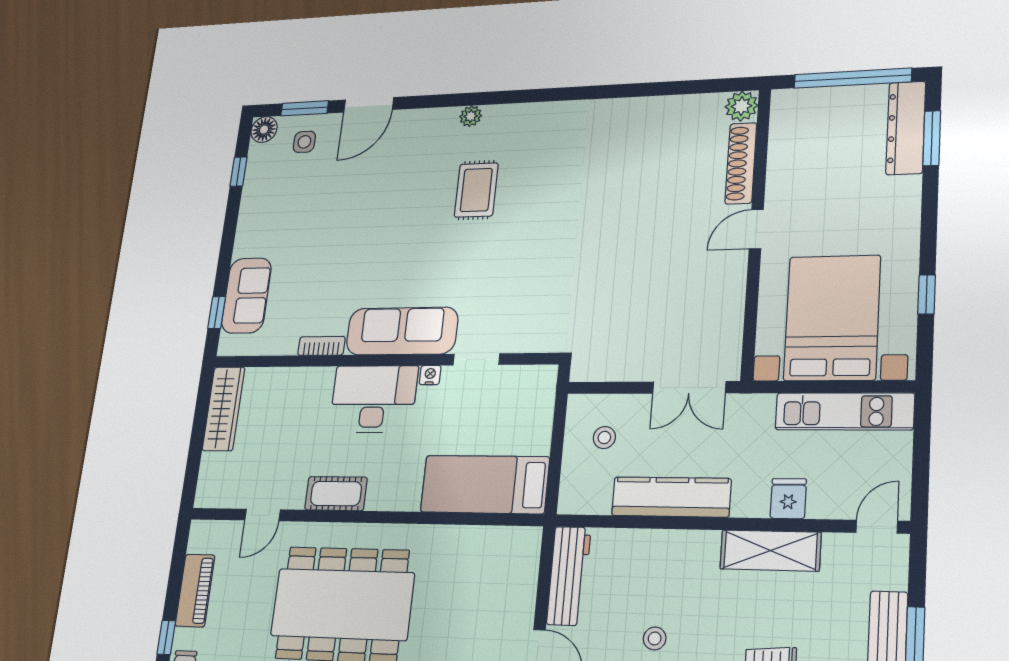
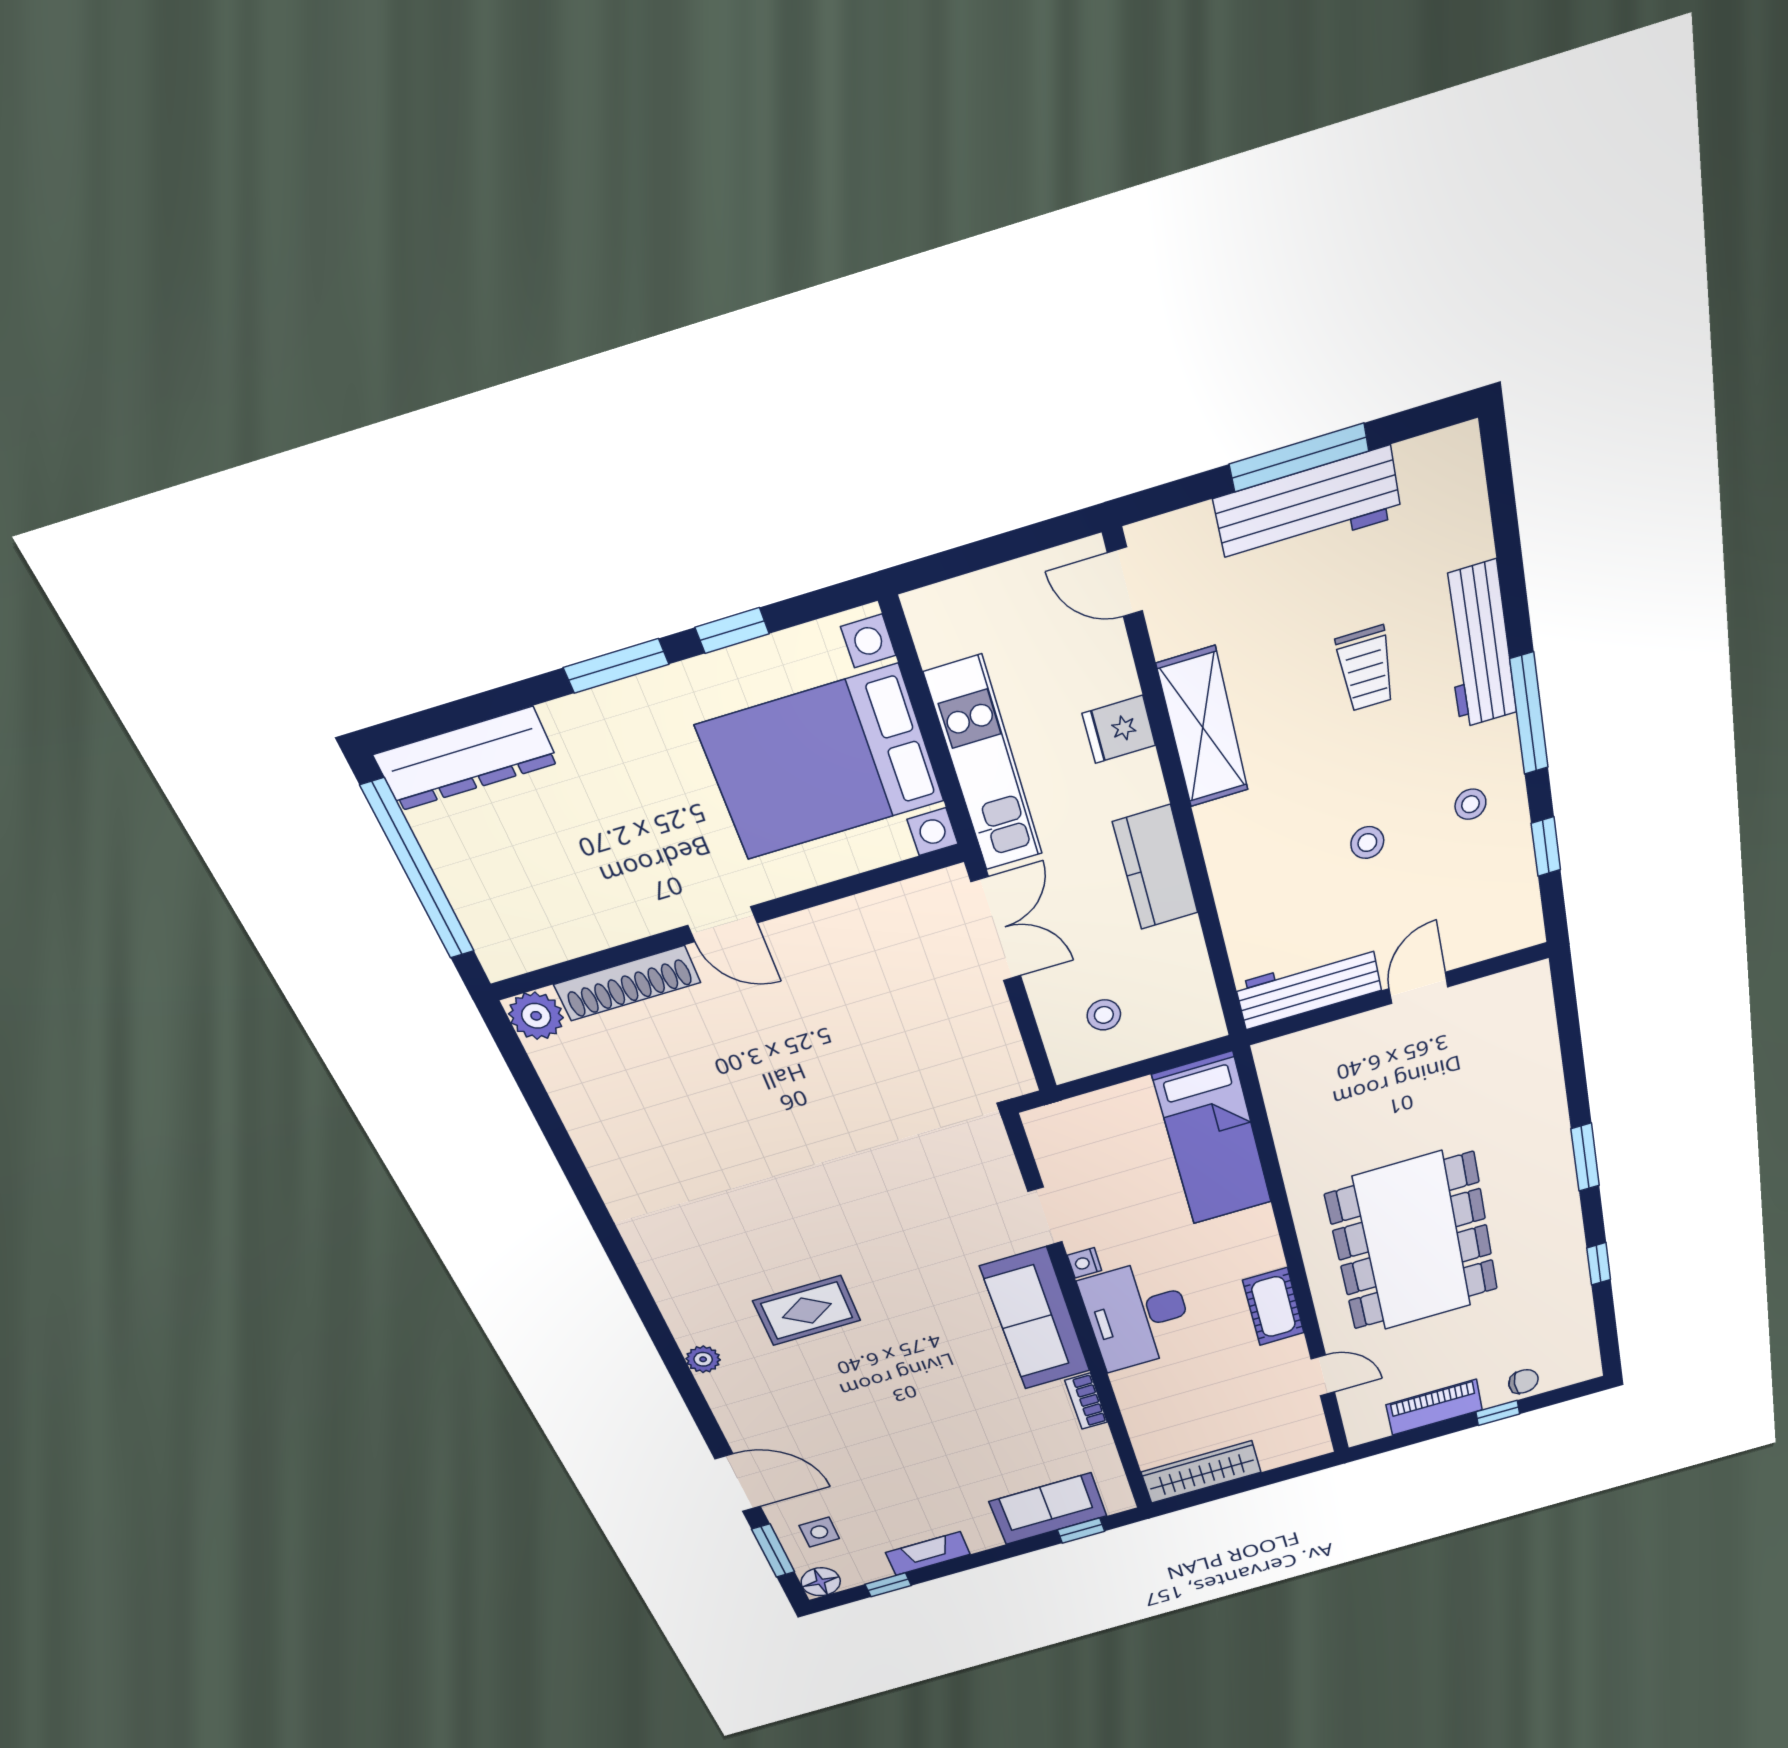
window: (932, 138) -> (616, 666), moved
fireplace: (251, 205) -> (928, 1553), added
kitchen unit: (844, 411) -> (984, 765), moved
kitchen counter: (671, 497) -> (1156, 868), width x0.67

